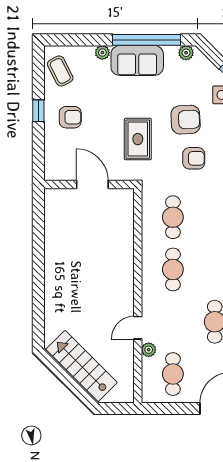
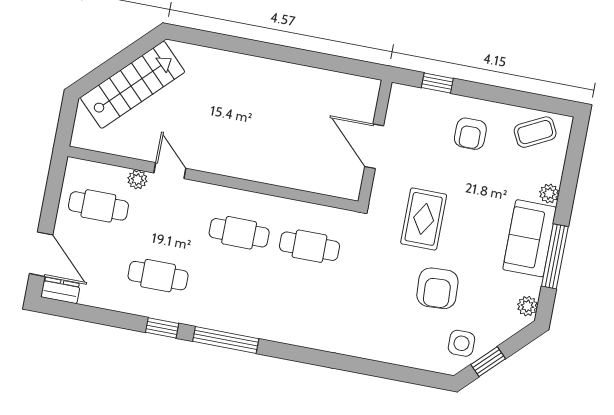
window: (147, 40) -> (555, 256), width x0.68
window: (38, 111) -> (437, 83), moved
rug: (138, 139) -> (424, 219), turned 90
armchair: (194, 158) -> (383, 289), removed
door: (92, 184) -> (374, 146), swing flipped

